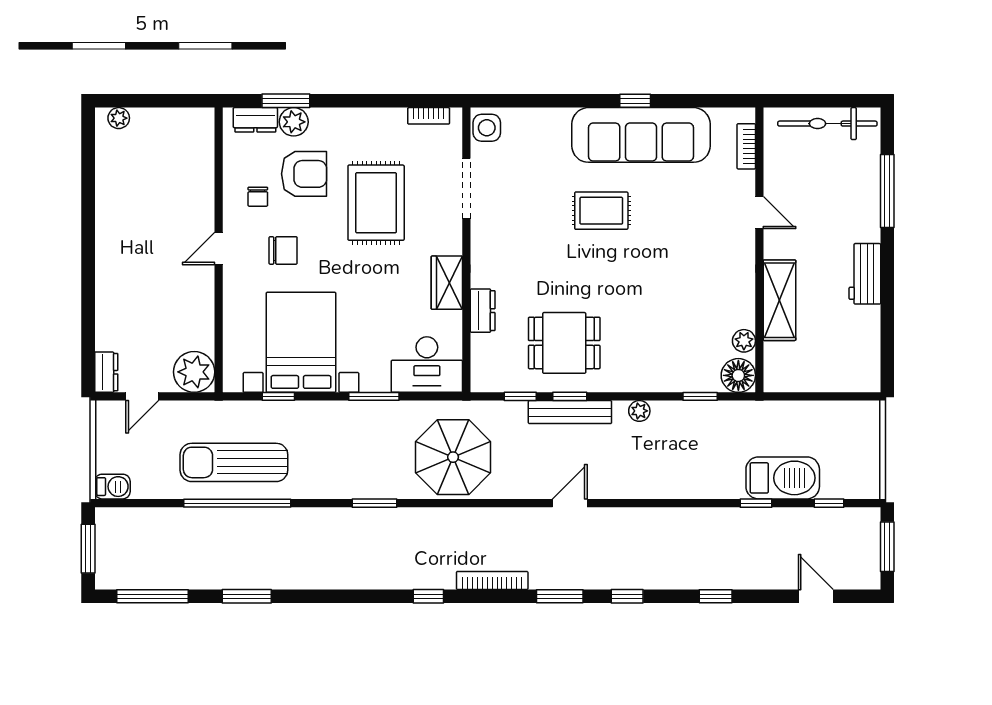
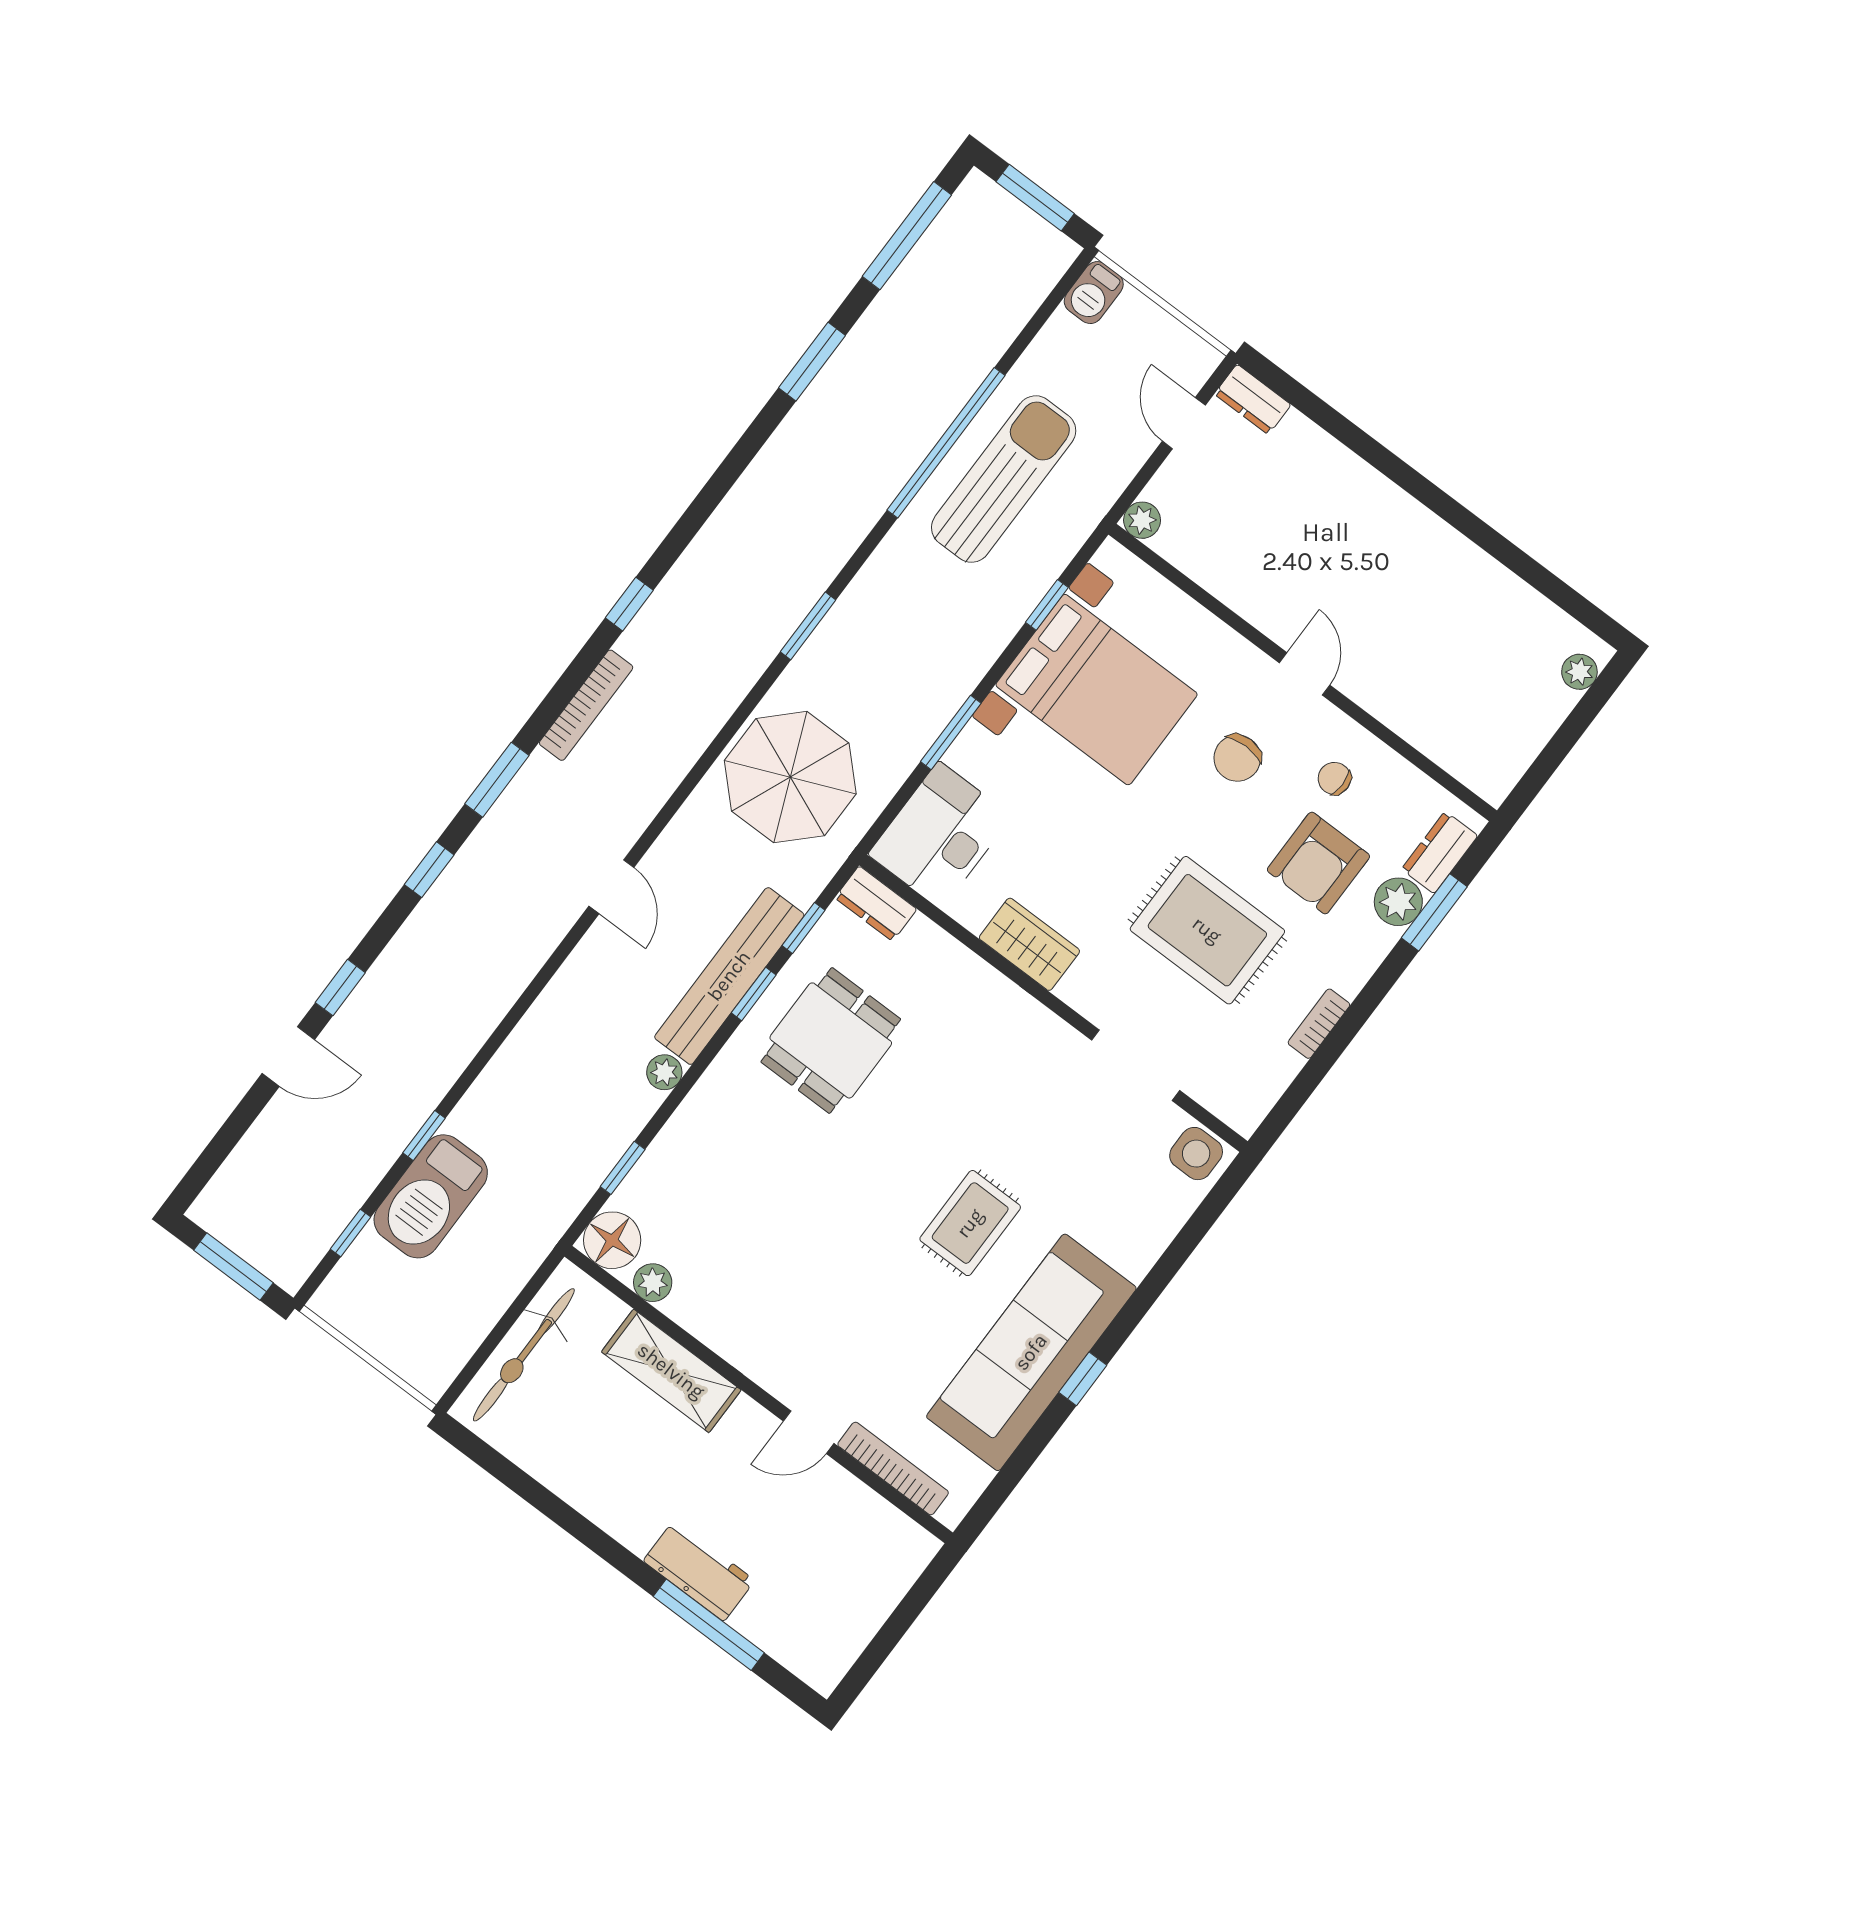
bookcase: (429, 116) -> (1319, 1024), moved
bicycle: (827, 124) -> (524, 1355), moved, turned 180
bookcase: (746, 146) -> (893, 1469), width x1.56
workbench: (865, 274) -> (699, 1571), moved
dresser: (483, 311) -> (876, 904), moved
plant: (194, 372) -> (1142, 520), width x0.53, depth x0.53
bench: (570, 412) -> (729, 976), width x1.37, depth x1.21
door: (816, 596) -> (288, 1057), moved

